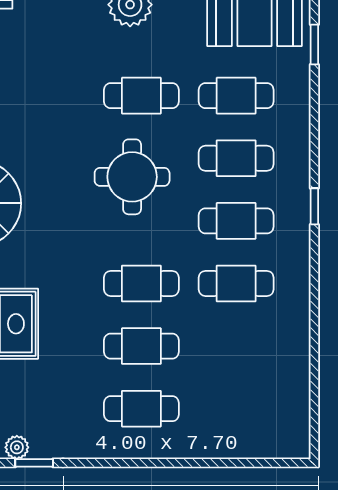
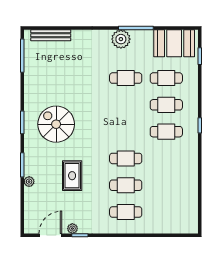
round table: (132, 177) -> (122, 113), removed
cafe table: (236, 283) -> (166, 158), removed

